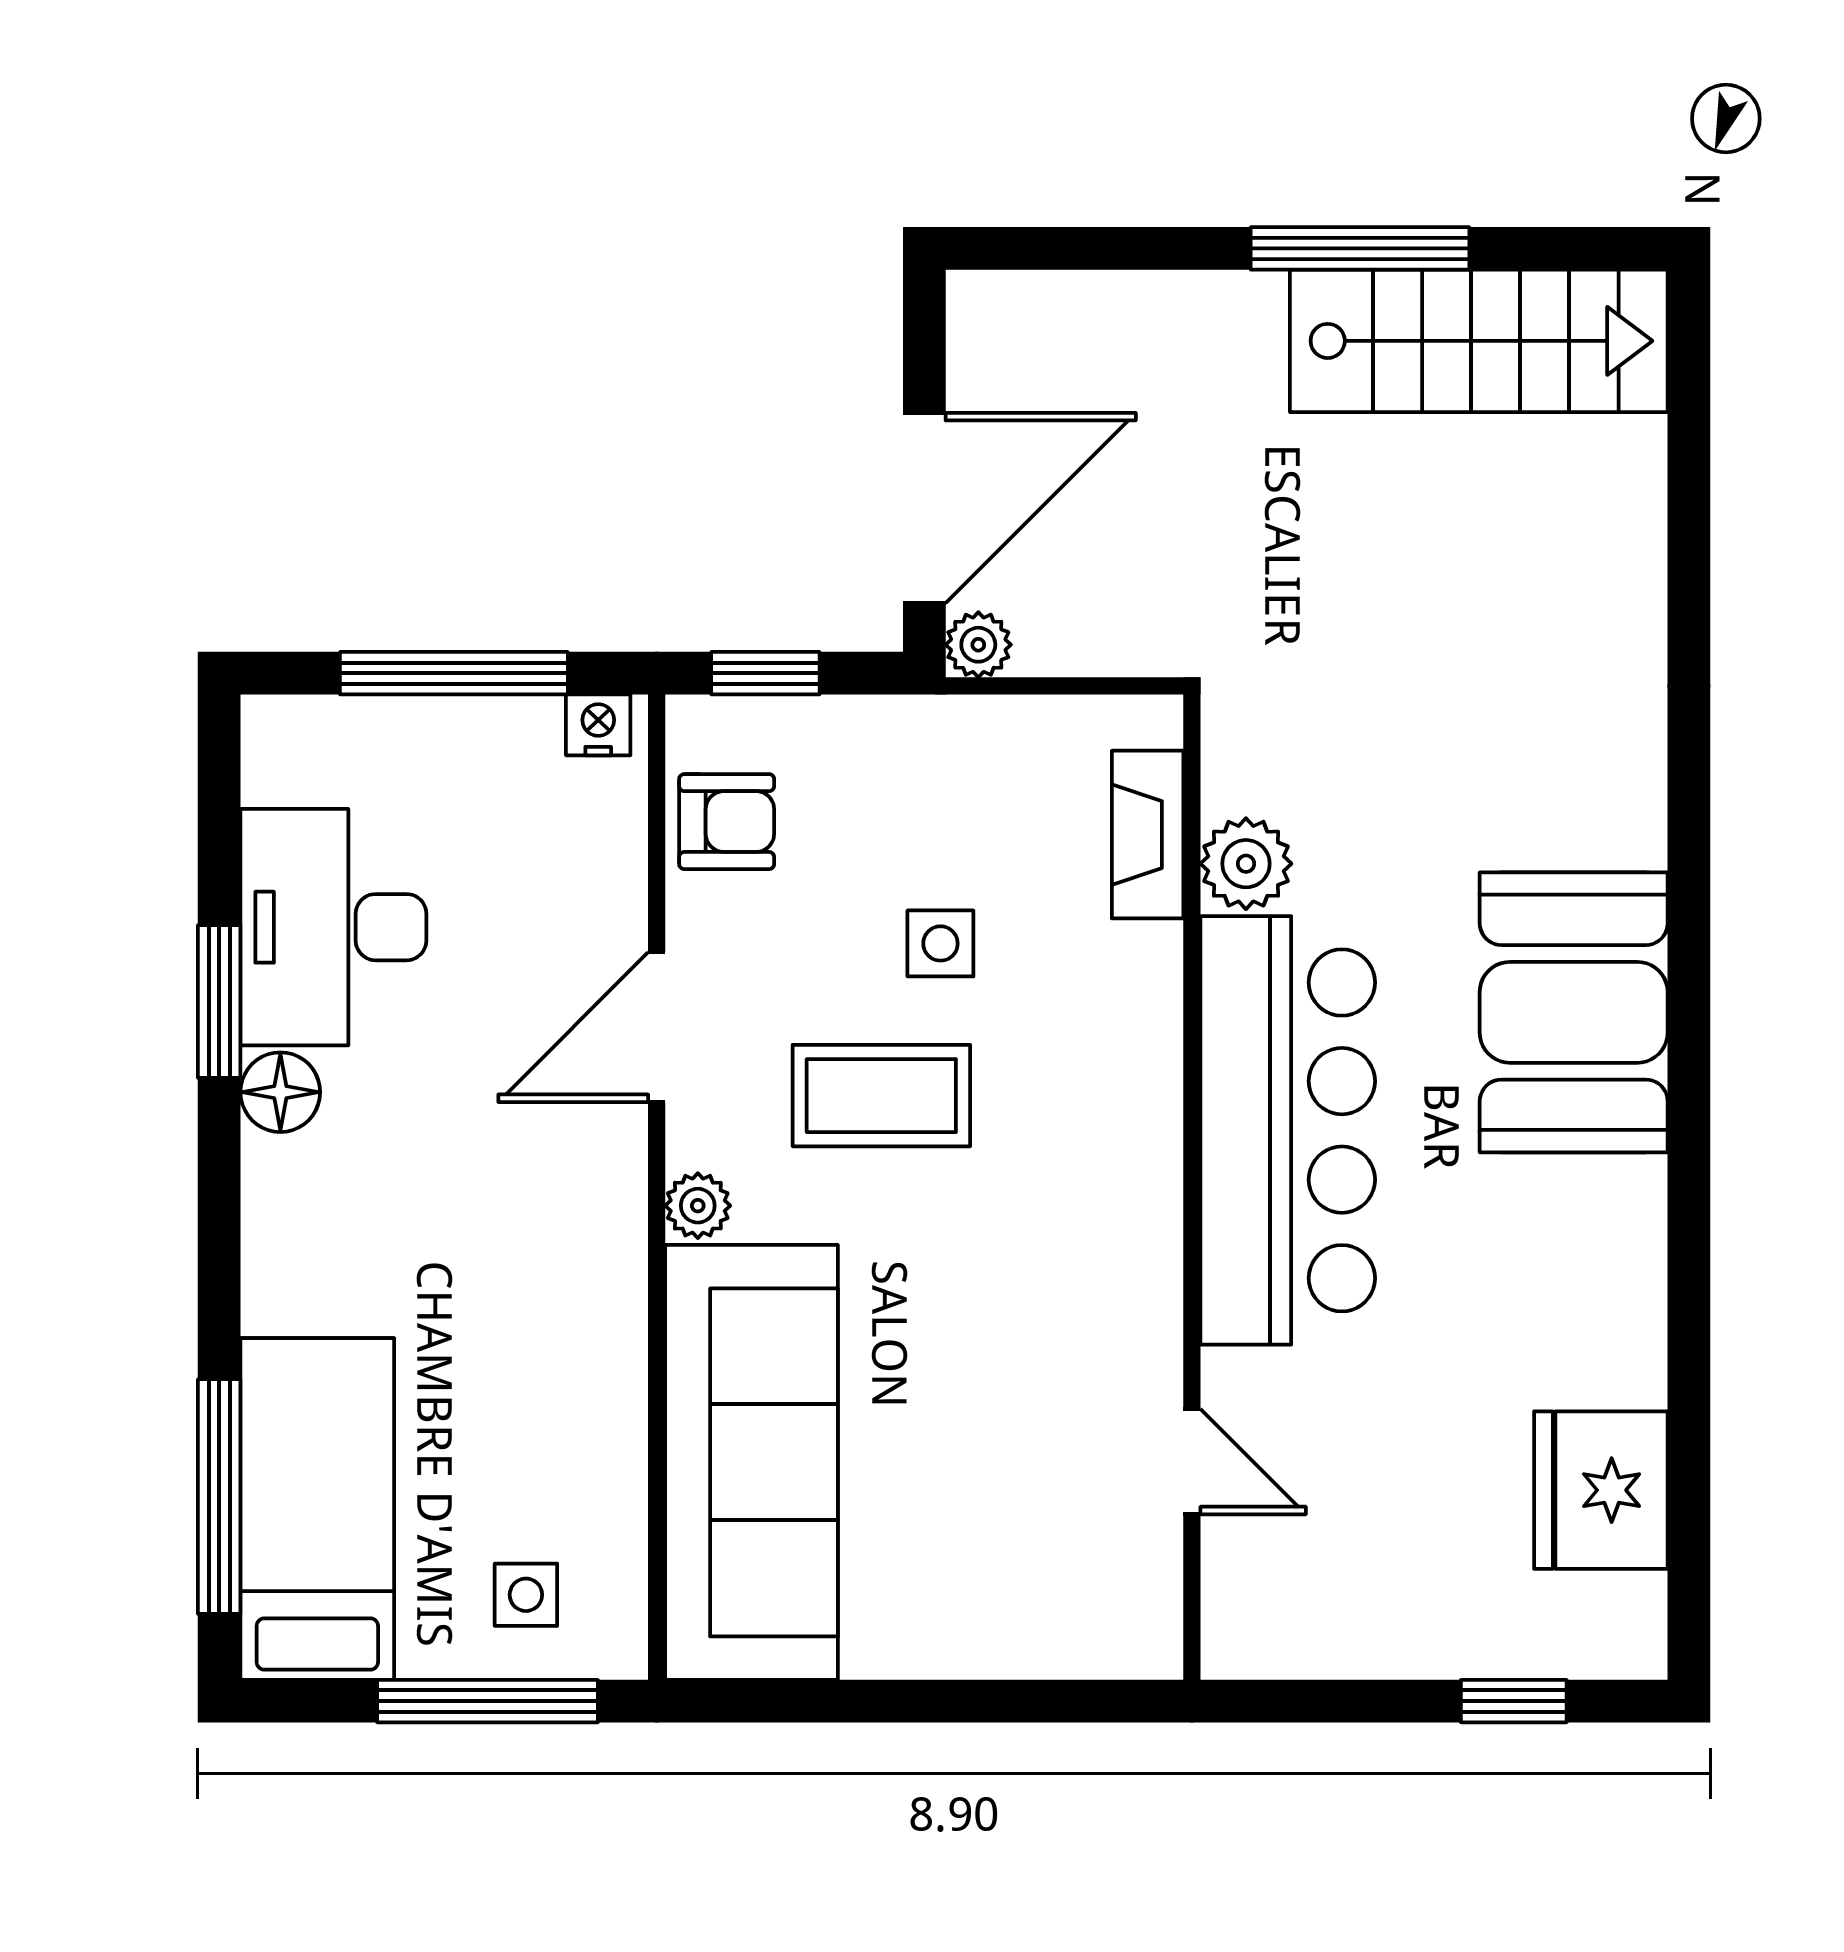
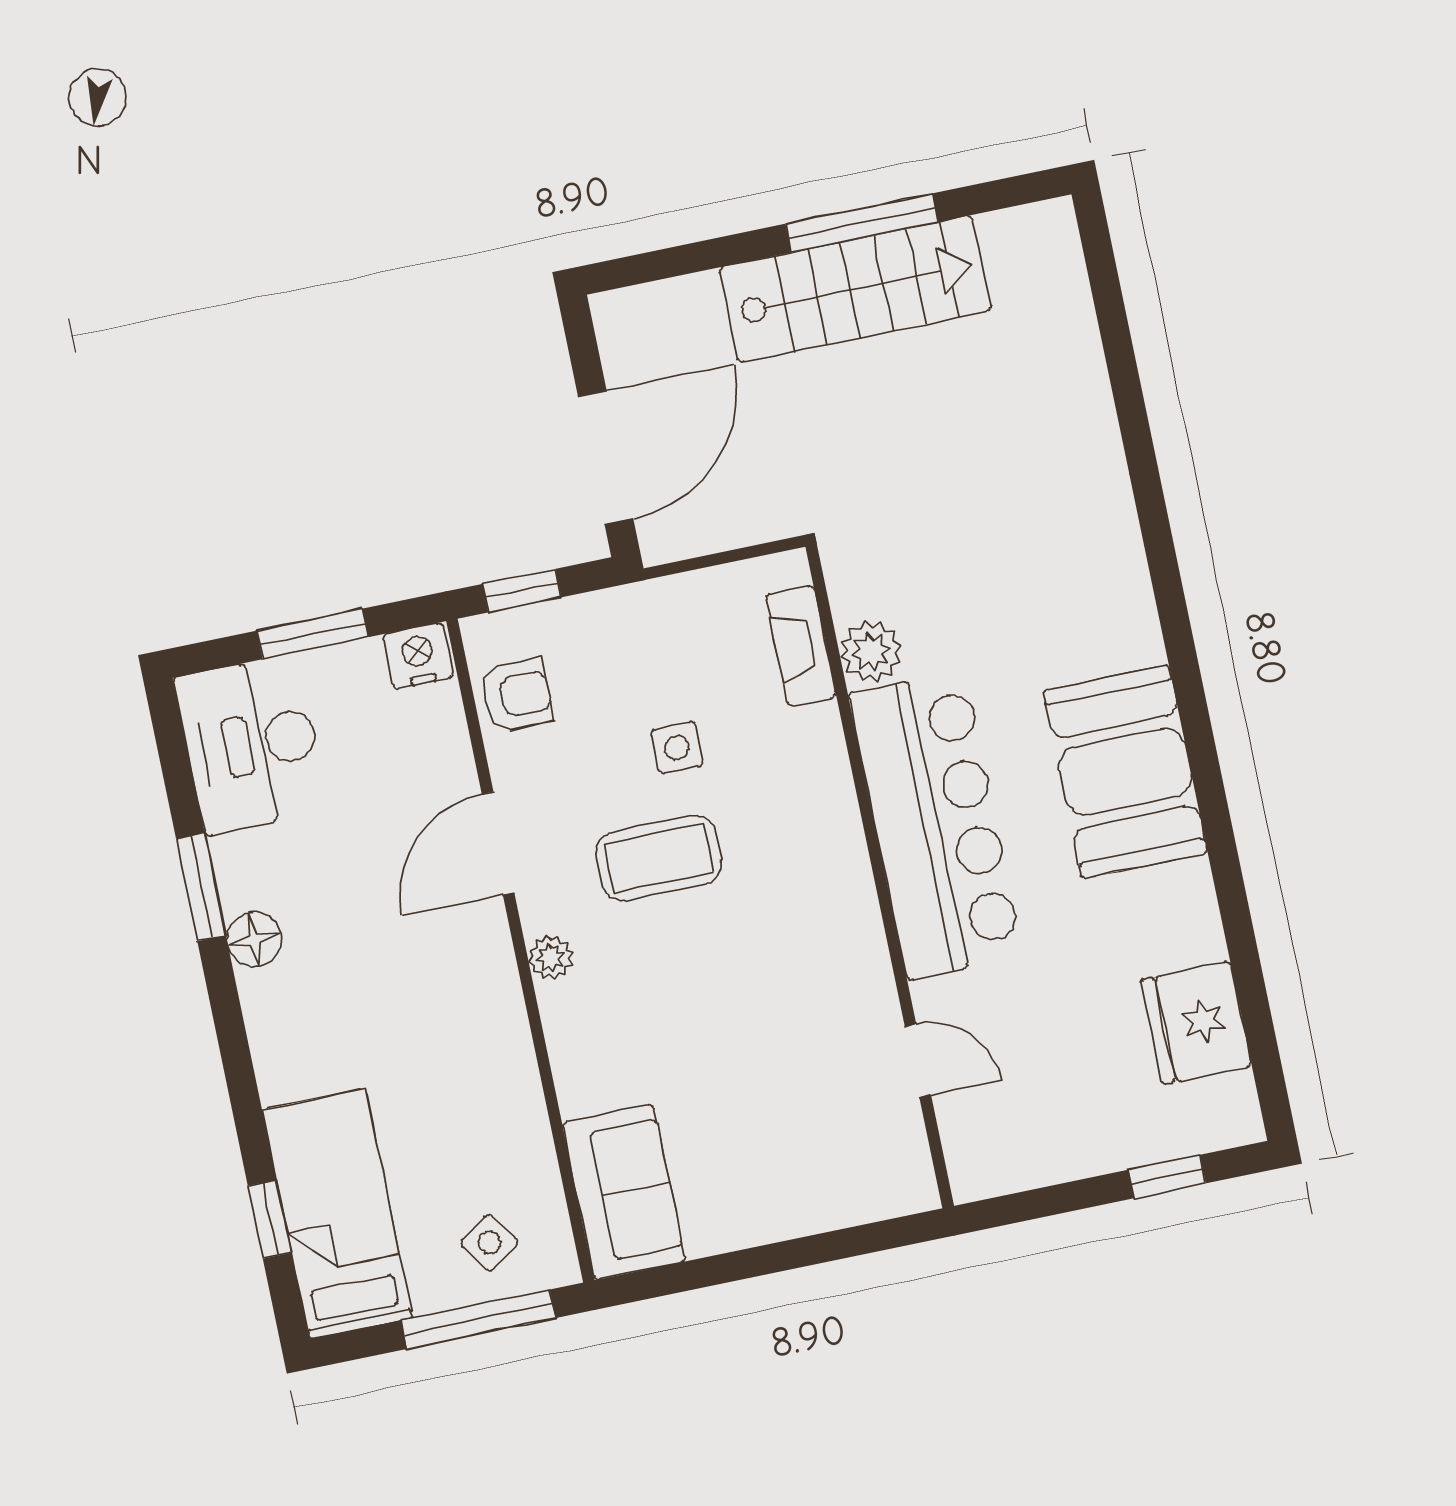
stairs: (1479, 341) -> (855, 289), moved
plant: (978, 645) -> (661, 542), removed
window: (454, 673) -> (313, 634), width x0.69
nightstand: (598, 725) -> (418, 656), width x1.39, depth x1.35
desk: (333, 927) -> (251, 744), moved
booth: (1574, 1012) -> (1125, 772), moved
sofa: (752, 1462) -> (624, 1192), width x0.54, depth x0.79
window: (219, 1497) -> (270, 1219), width x0.46
side table: (526, 1595) -> (489, 1243), turned -36

